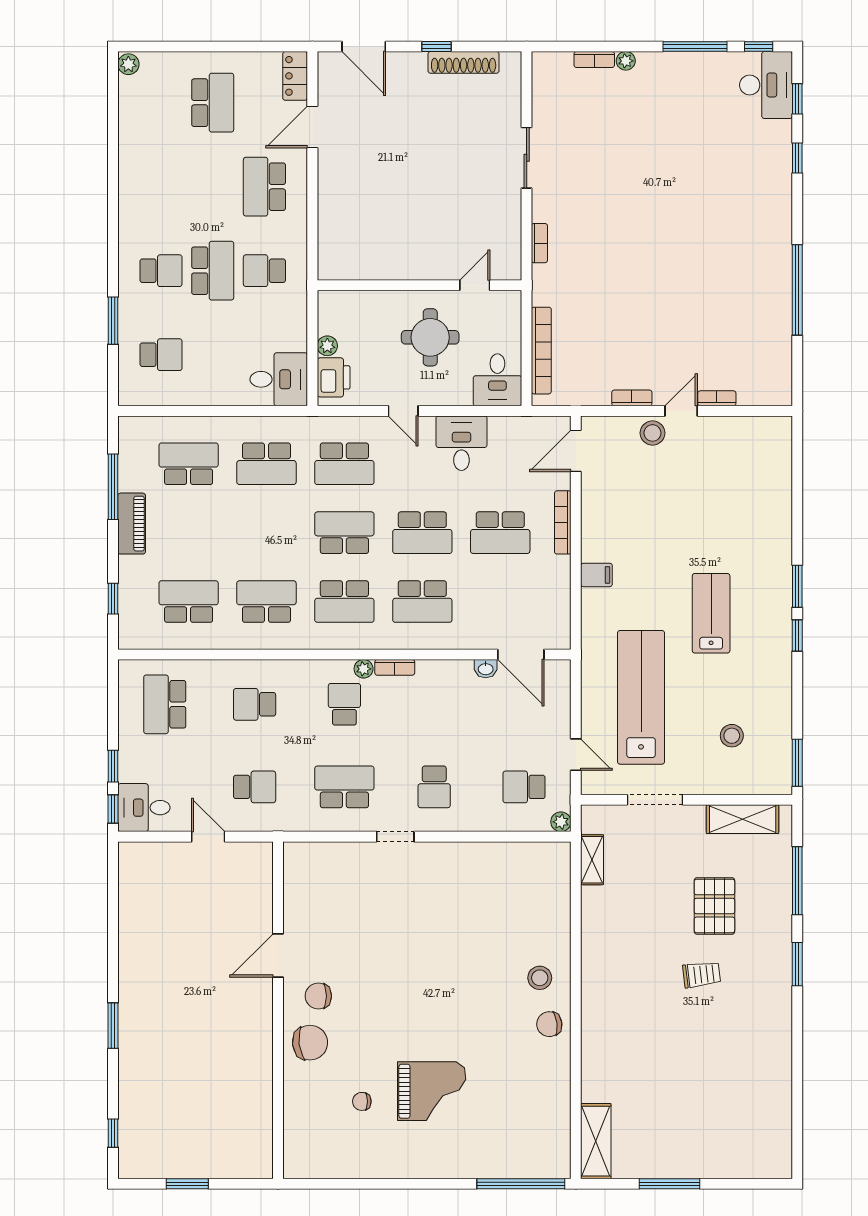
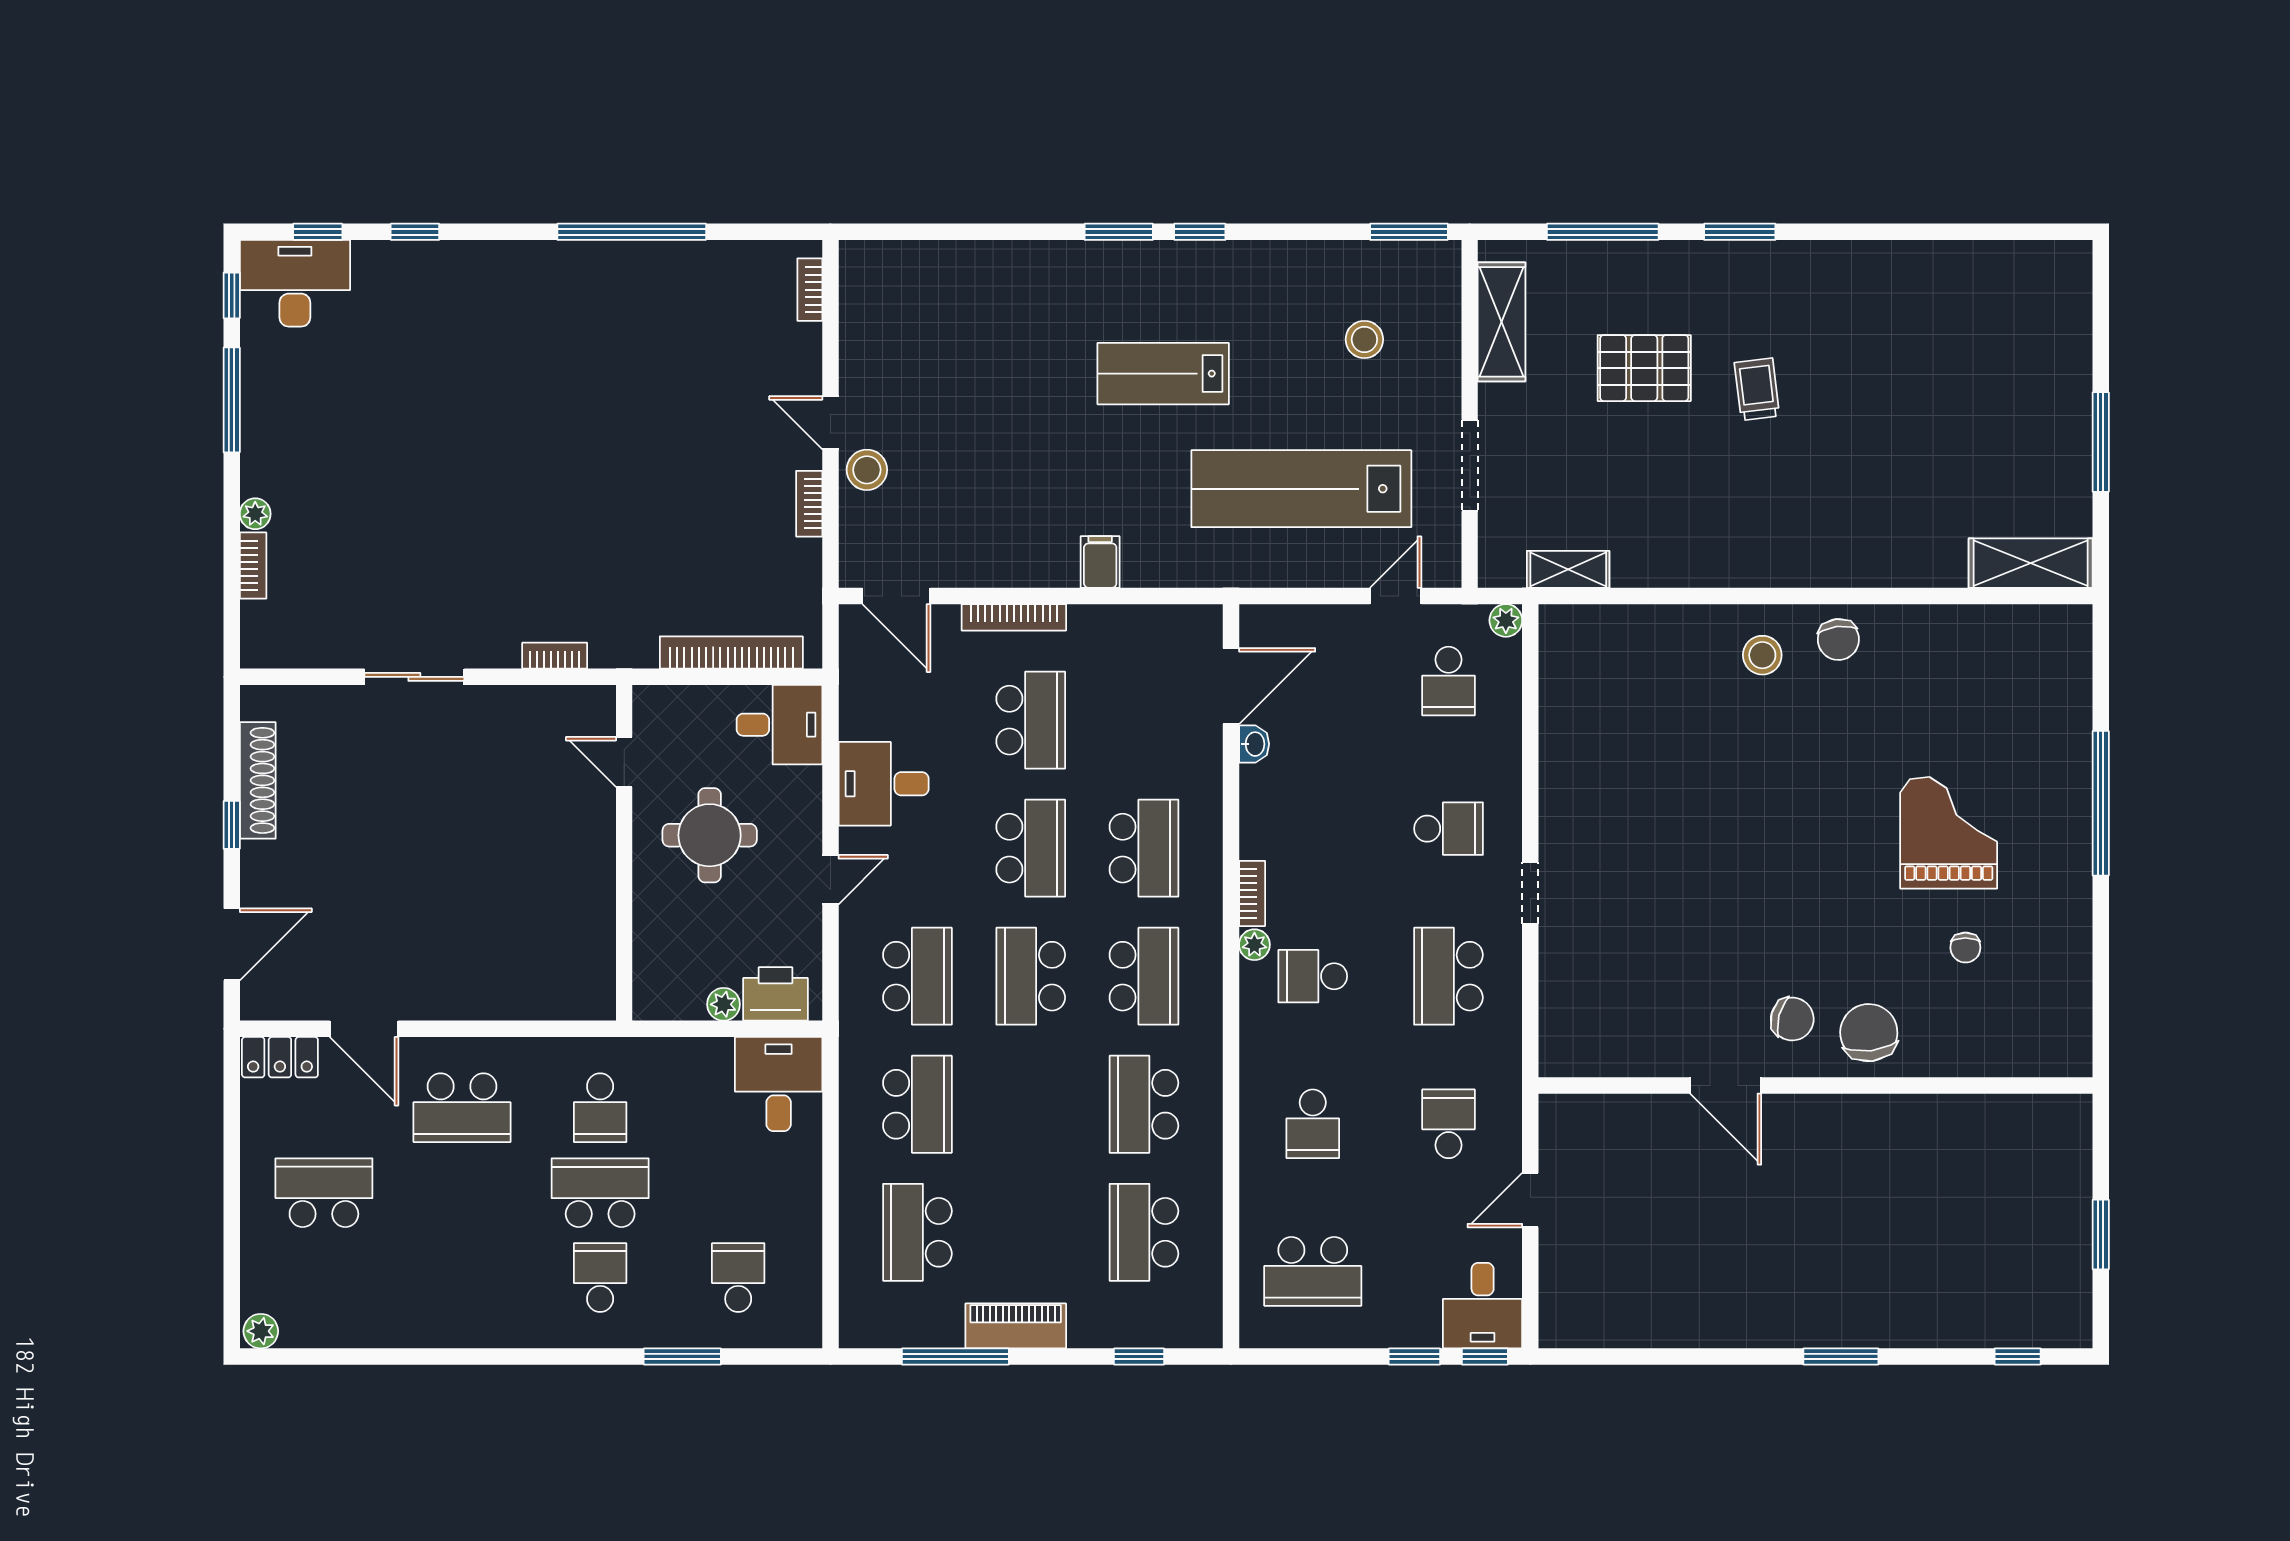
bookcase: (717, 398) -> (810, 290), moved
chair: (318, 996) -> (1792, 1019), turned -75
window: (521, 1184) -> (2101, 803), moved

